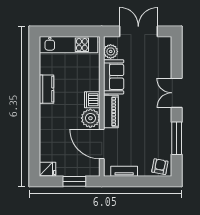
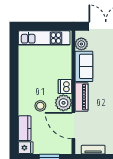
kitchen counter: (46, 89) -> (25, 128), moved
stool: (64, 122) -> (40, 106), added

